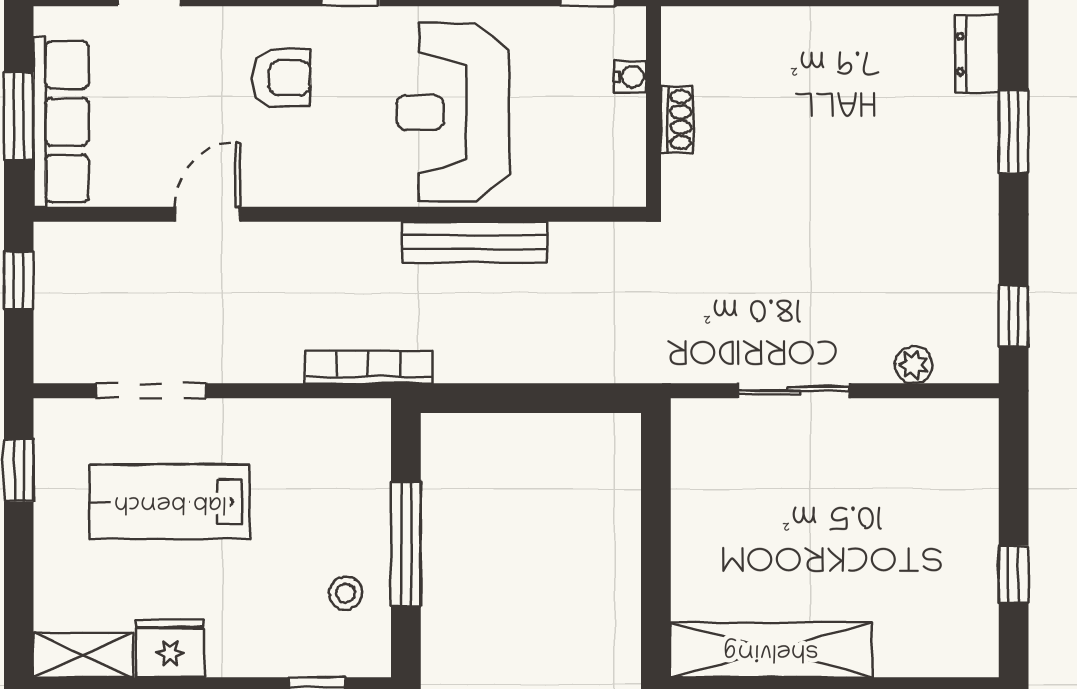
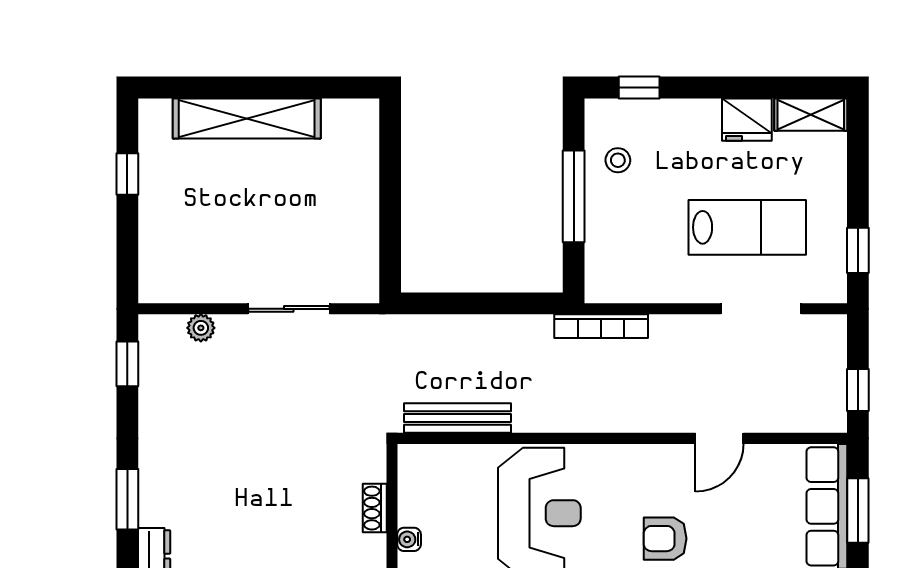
bench: (475, 242) -> (458, 418), moved
shelving: (771, 650) -> (247, 118), moved

